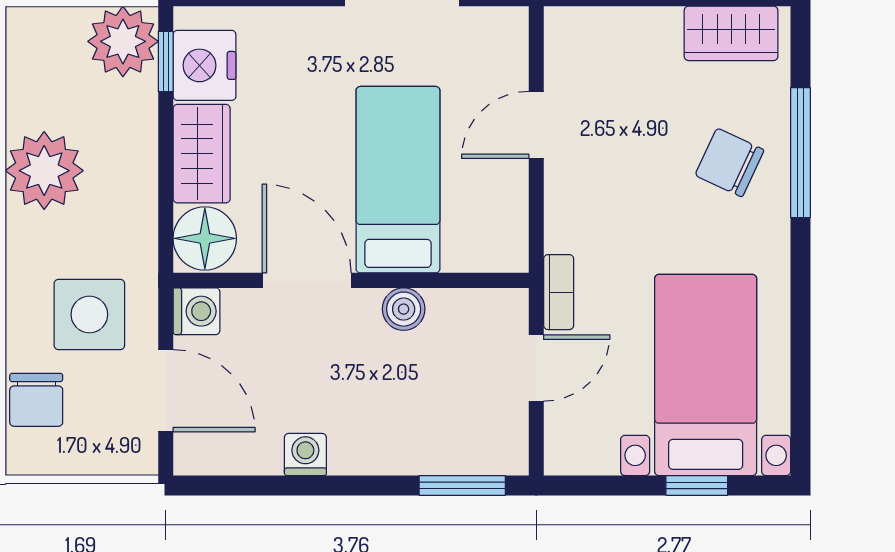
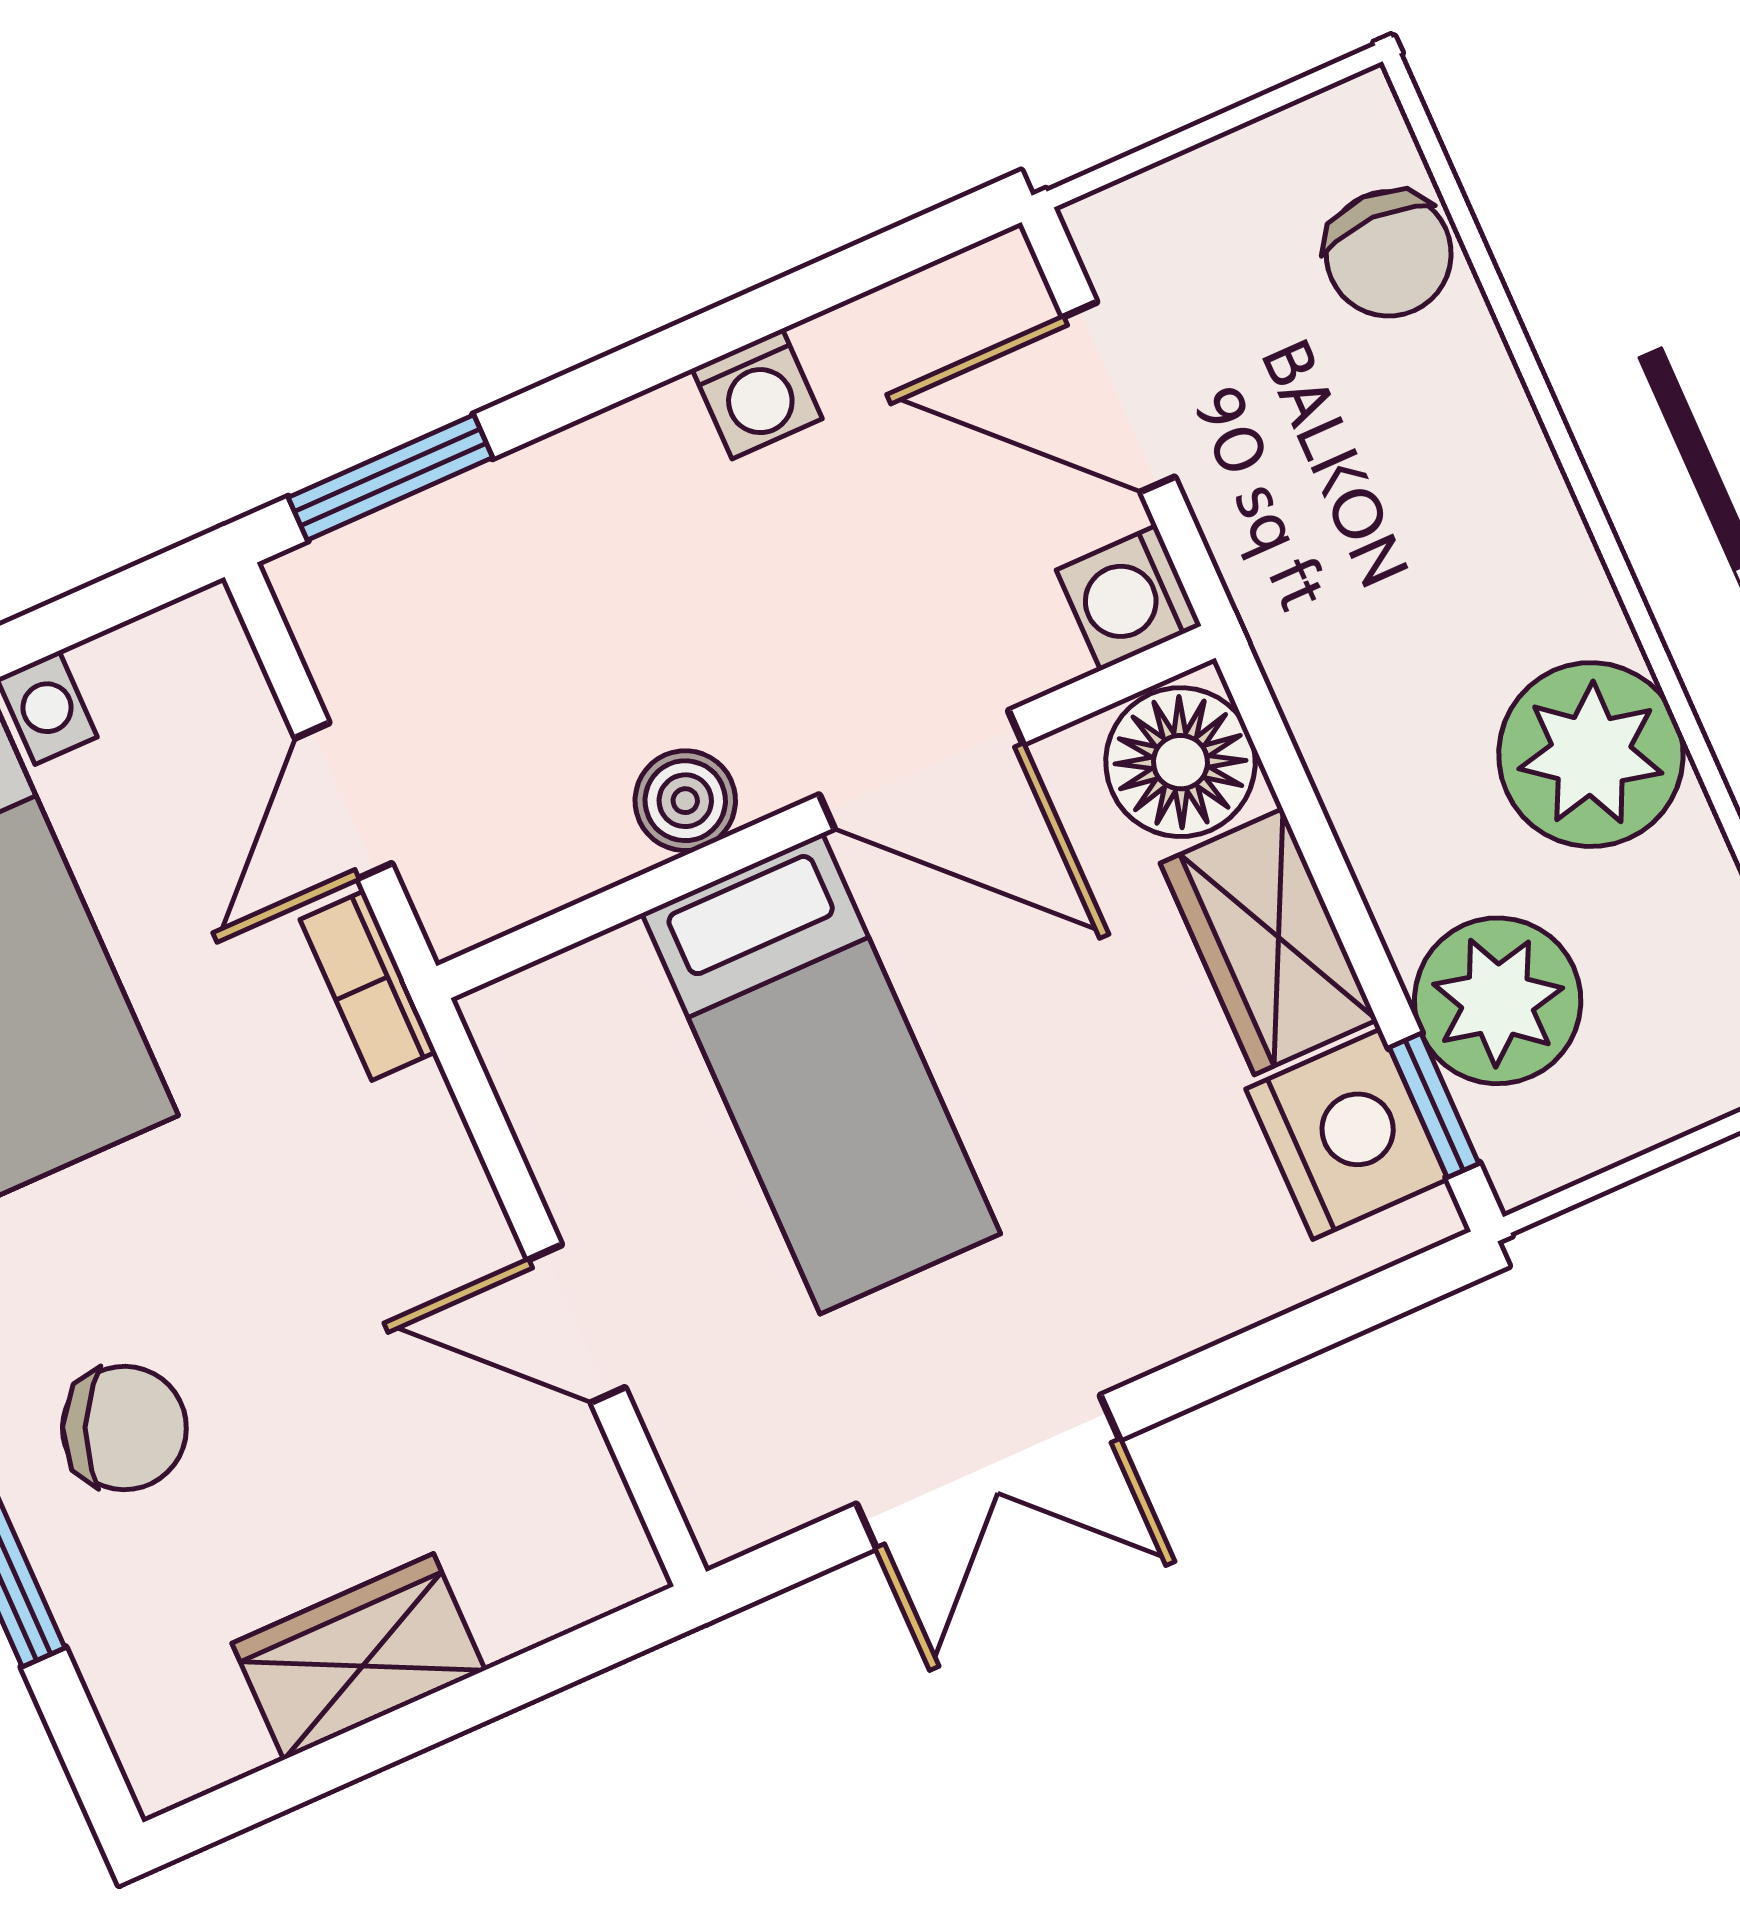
wardrobe: (731, 33) -> (359, 1657), moved
plant: (123, 41) -> (1498, 1001), moved
door: (536, 125) -> (576, 1324), swing flipped
side table: (89, 314) -> (1356, 488), removed
chair: (36, 400) -> (1389, 254), turned 180

